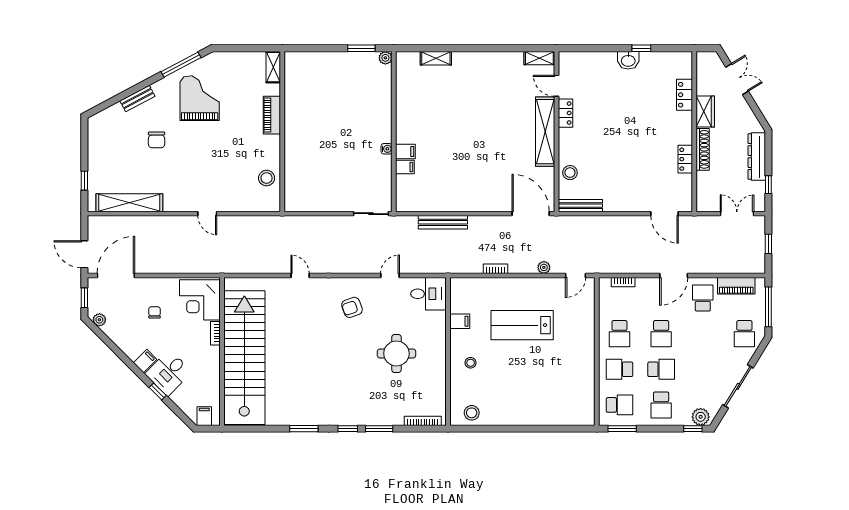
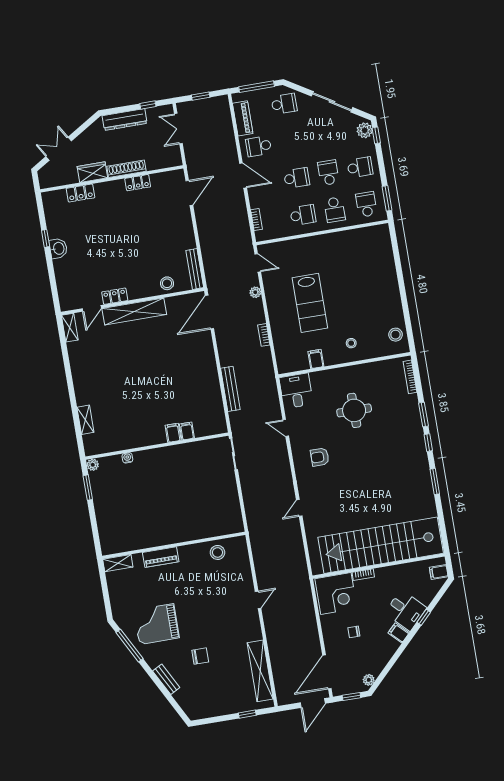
water cooler: (387, 149) -> (127, 458), moved
door: (116, 276) -> (327, 672), hinge flipped
armchair: (352, 307) -> (320, 457), turned 110

